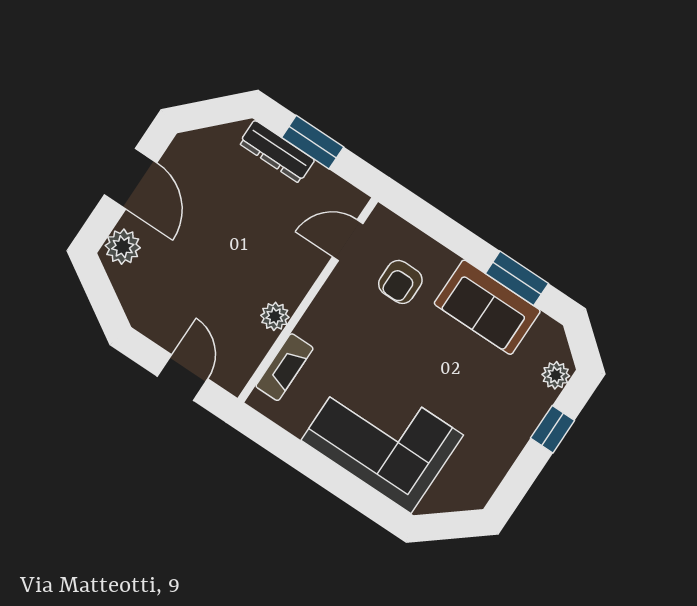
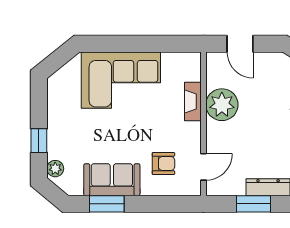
armchair: (400, 282) -> (163, 163), turned 90
plant: (275, 316) -> (222, 105), width x1.88, depth x1.88
fireplace: (284, 367) -> (193, 101), moved

